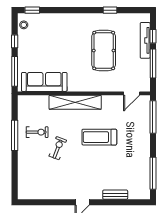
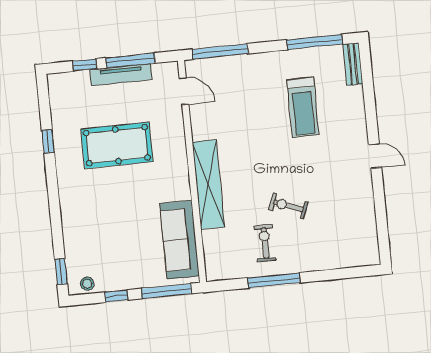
tv unit: (145, 40) -> (121, 75), moved
treadmill: (99, 137) -> (303, 107), moved
bench: (115, 195) -> (353, 64), moved

